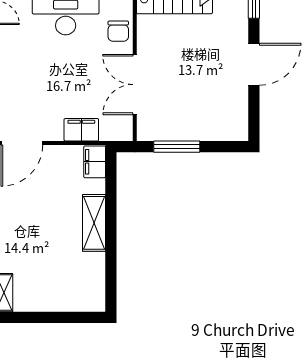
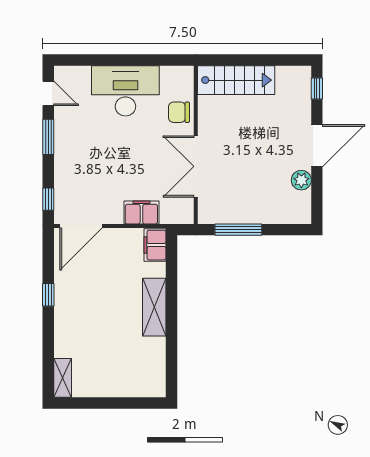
chair: (118, 31) -> (179, 112), turned 90
plant: (239, 98) -> (301, 180), added

